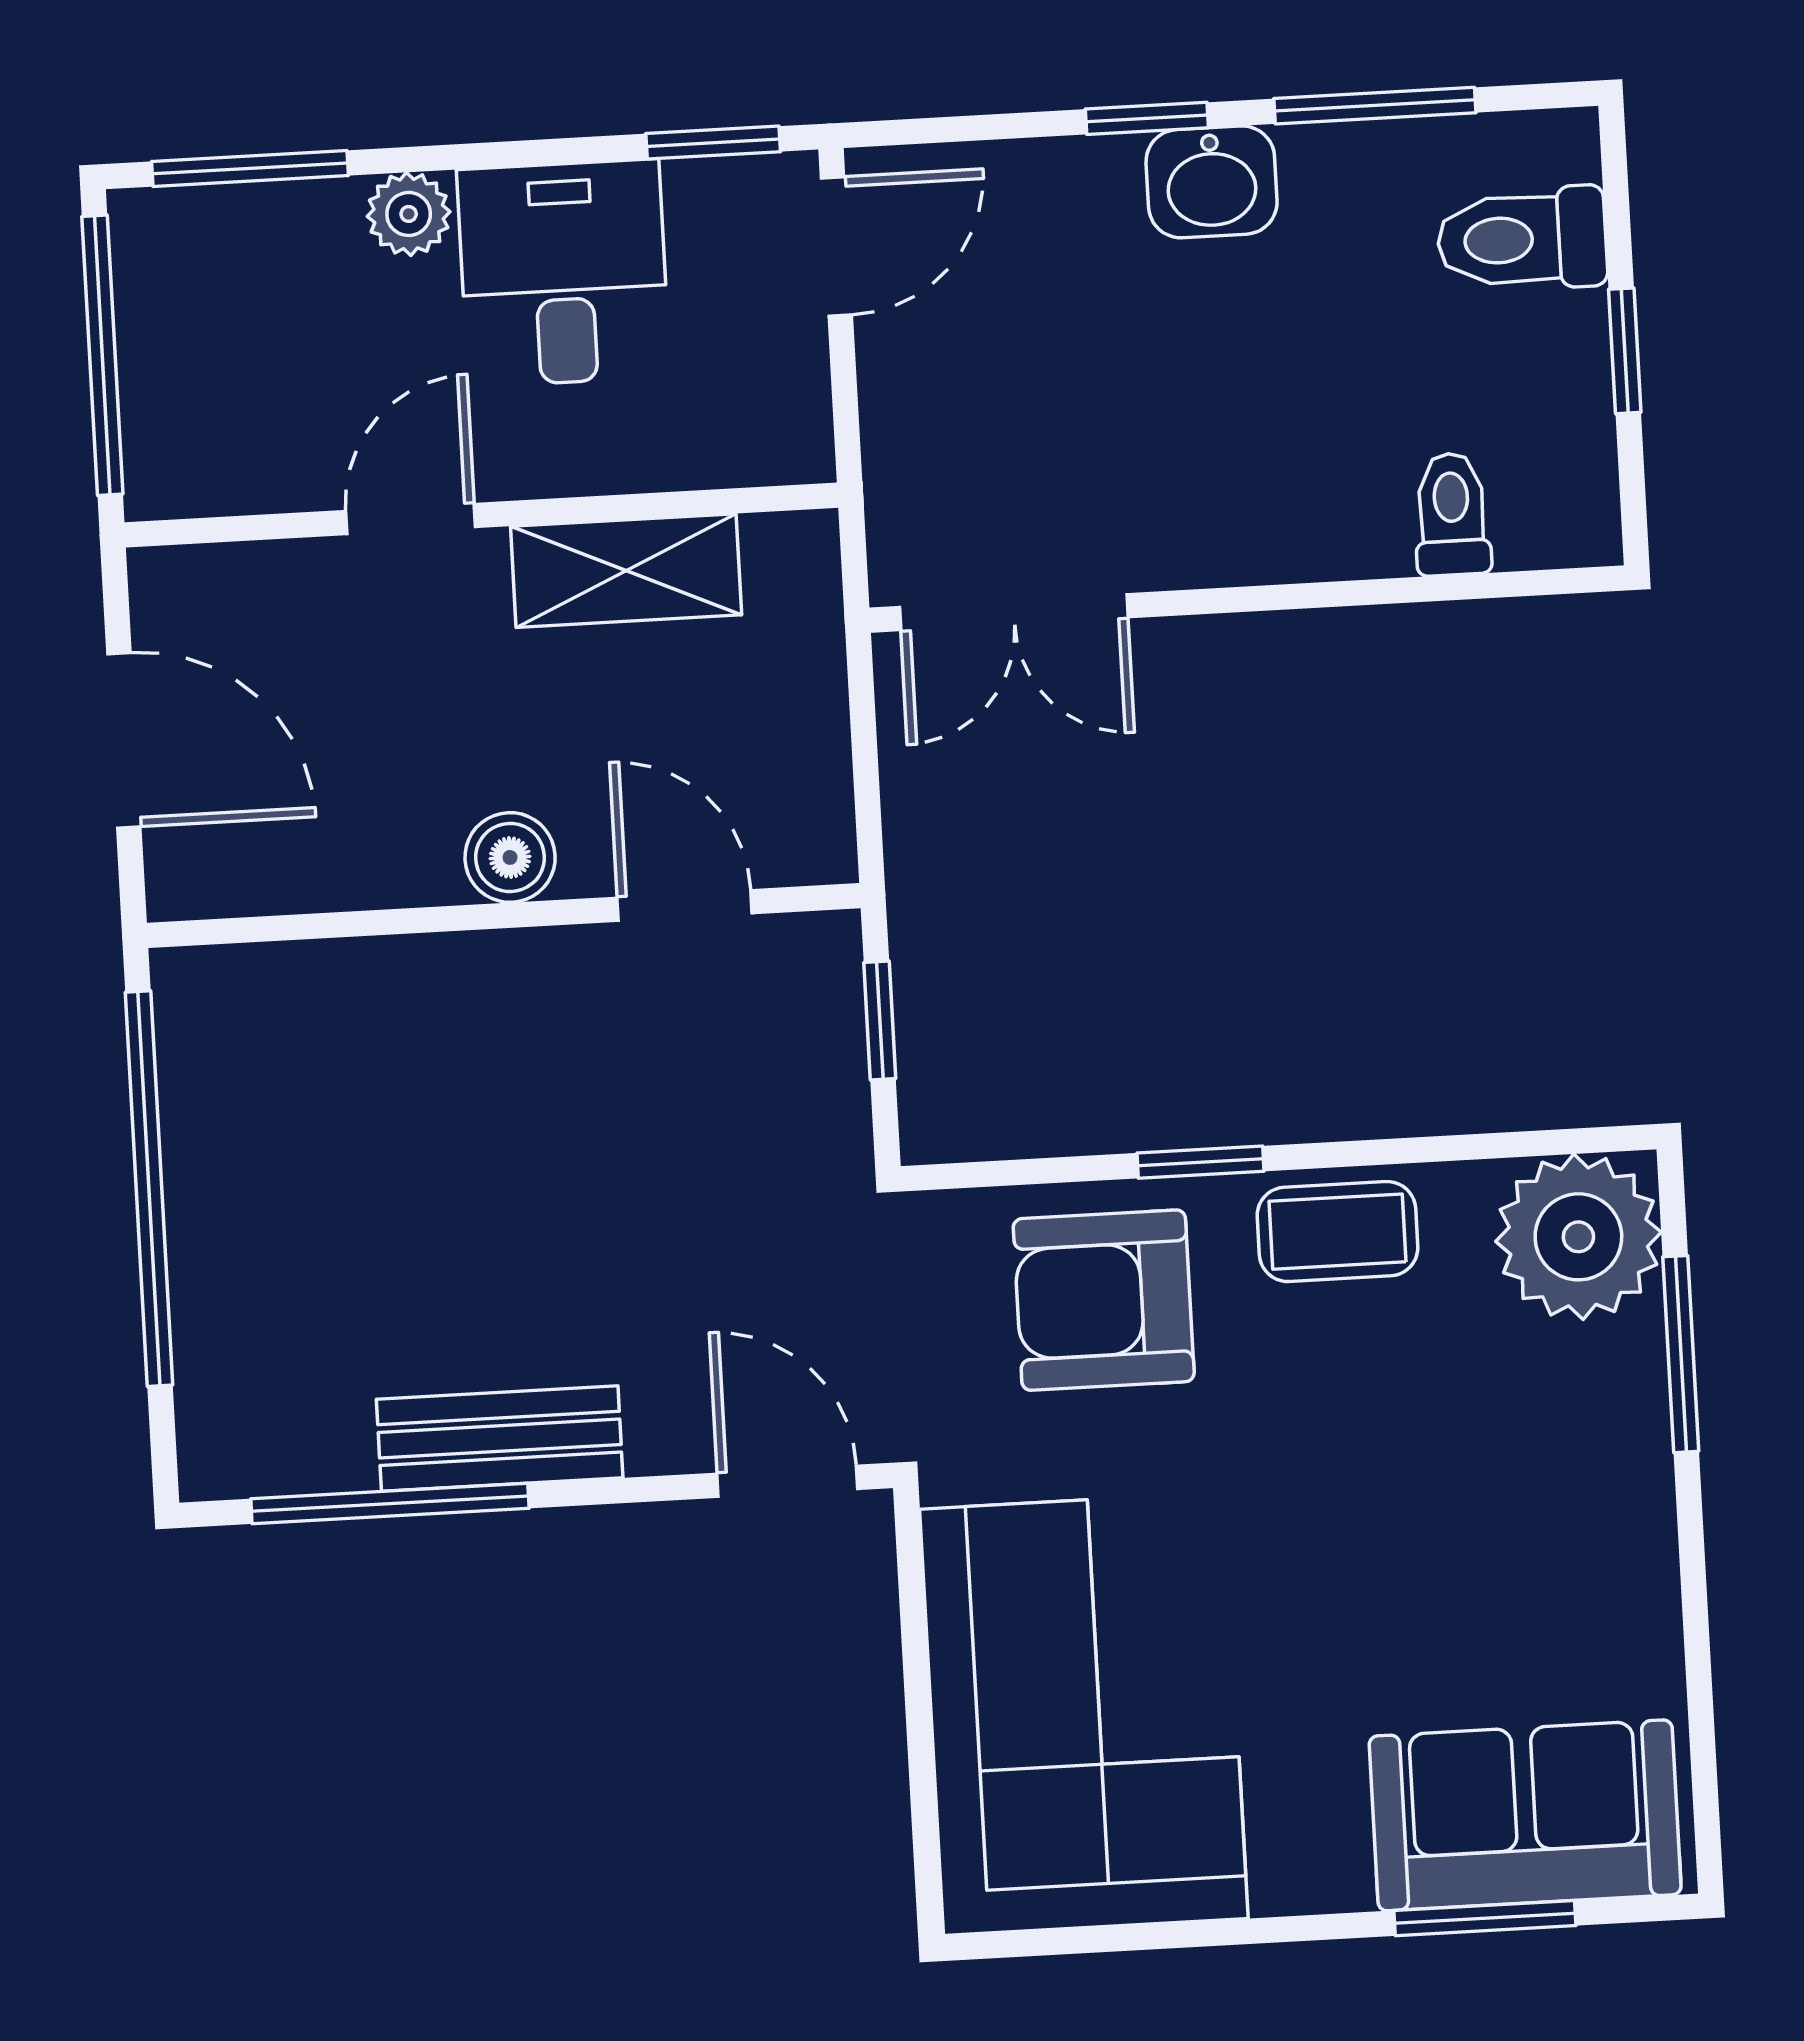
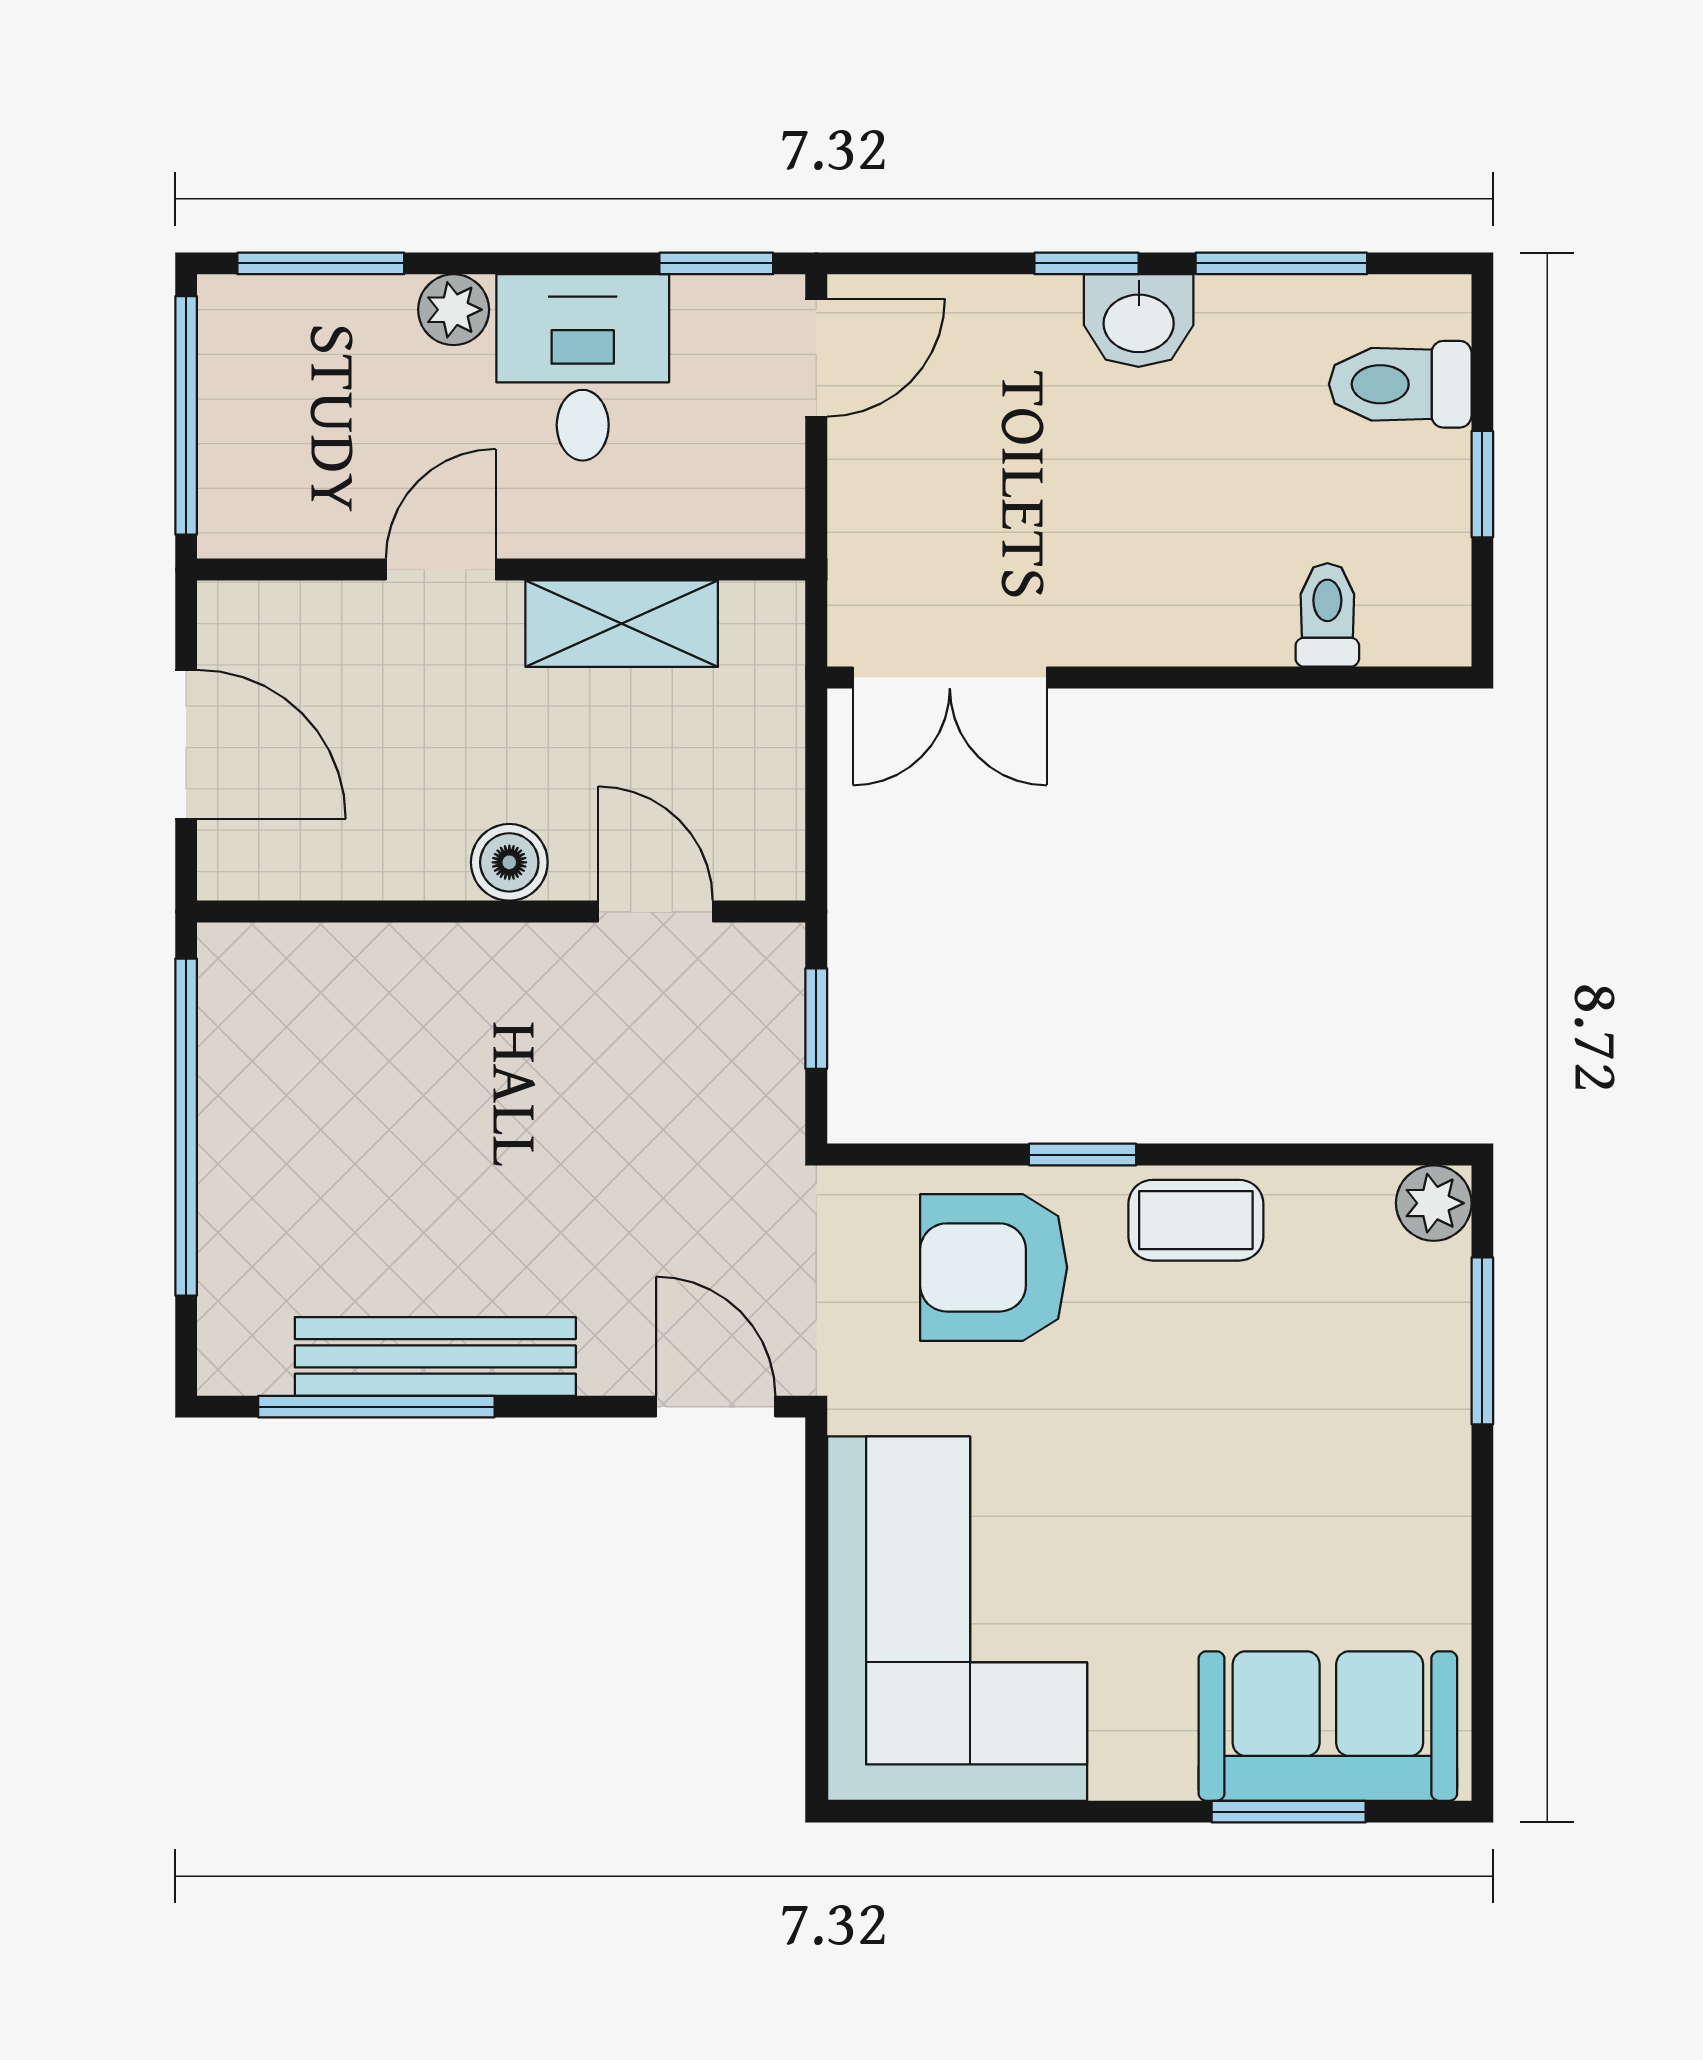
plant: (1578, 1237) -> (1434, 1203), width x0.53, depth x0.53
bench: (500, 1438) -> (435, 1356), width x1.36

